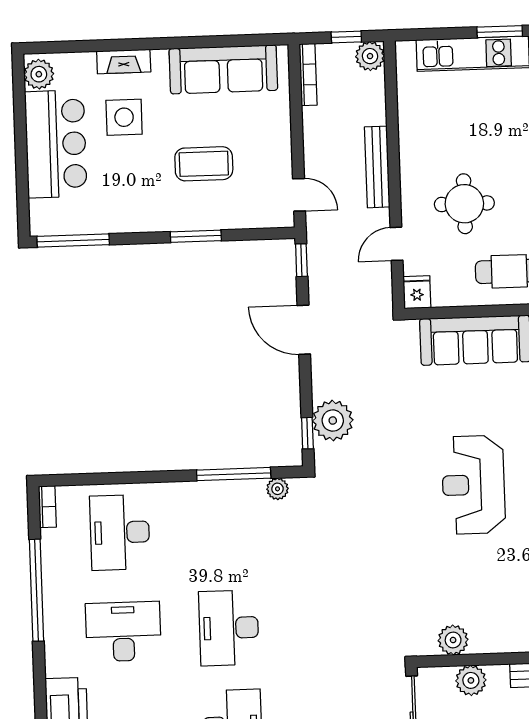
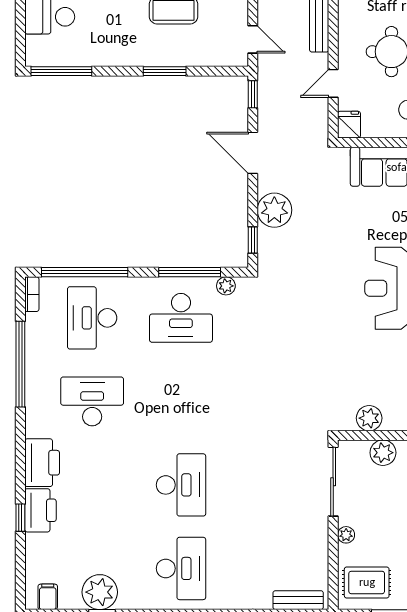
plant: (333, 421) -> (274, 210), moved
window: (109, 478) -> (85, 272), added
desk: (229, 628) -> (181, 318), moved, turned -90

